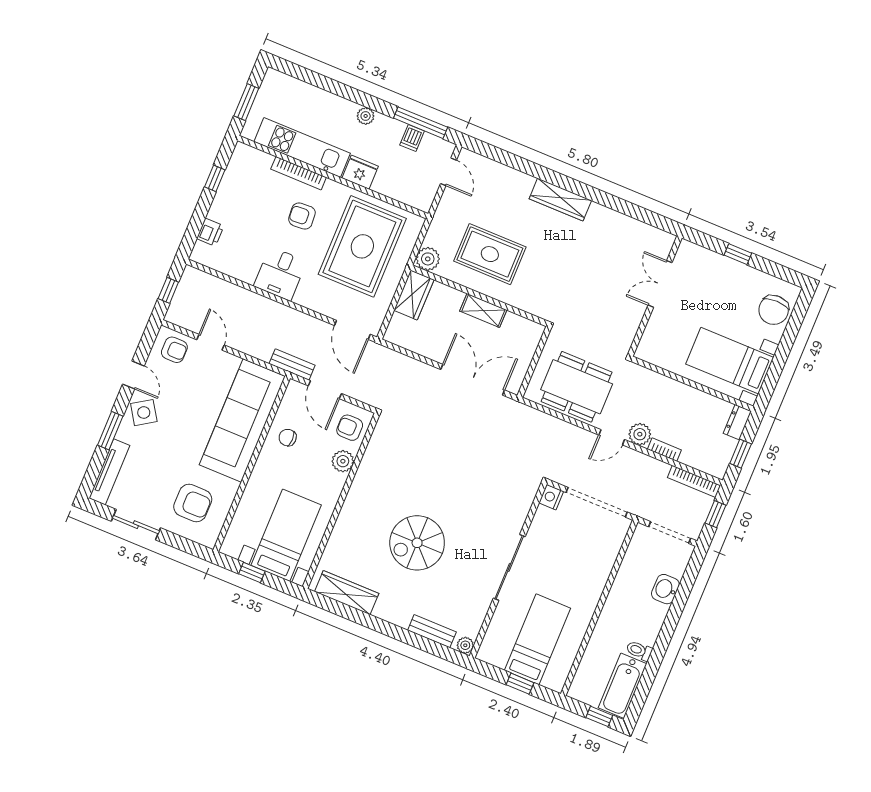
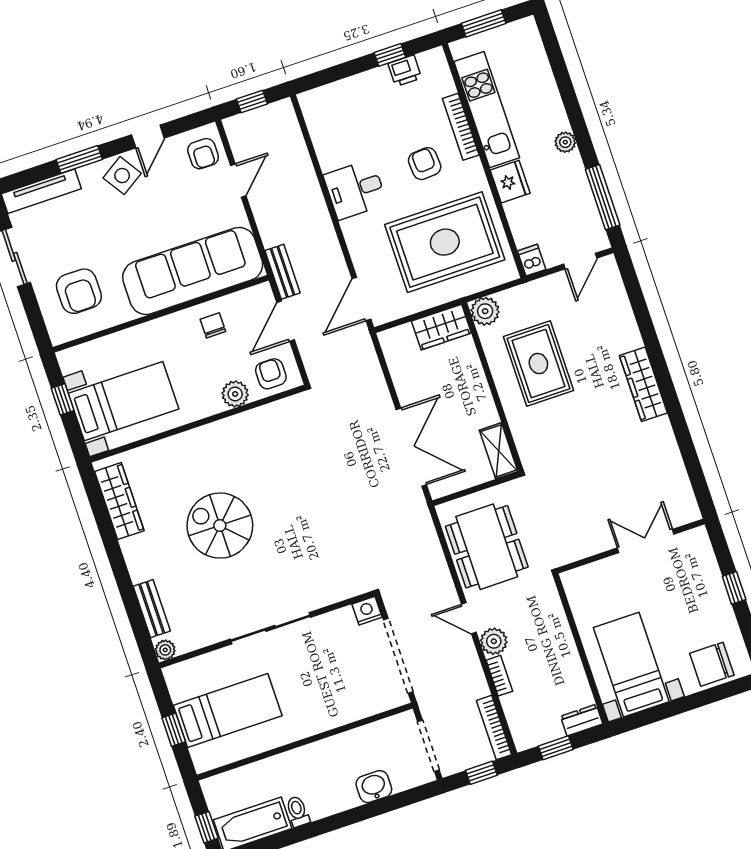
dishwasher: (412, 138) -> (532, 260), moved, turned 90
printer: (210, 232) -> (405, 71), moved
shelving: (483, 310) -> (499, 451), moved

